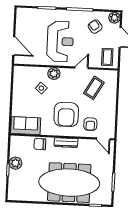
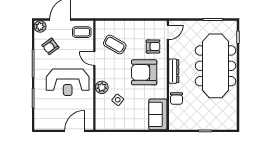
reception desk: (60, 41) -> (68, 82), turned 180
armchair: (66, 114) -> (144, 72), turned 180
plant: (15, 163) -> (198, 123), removed

